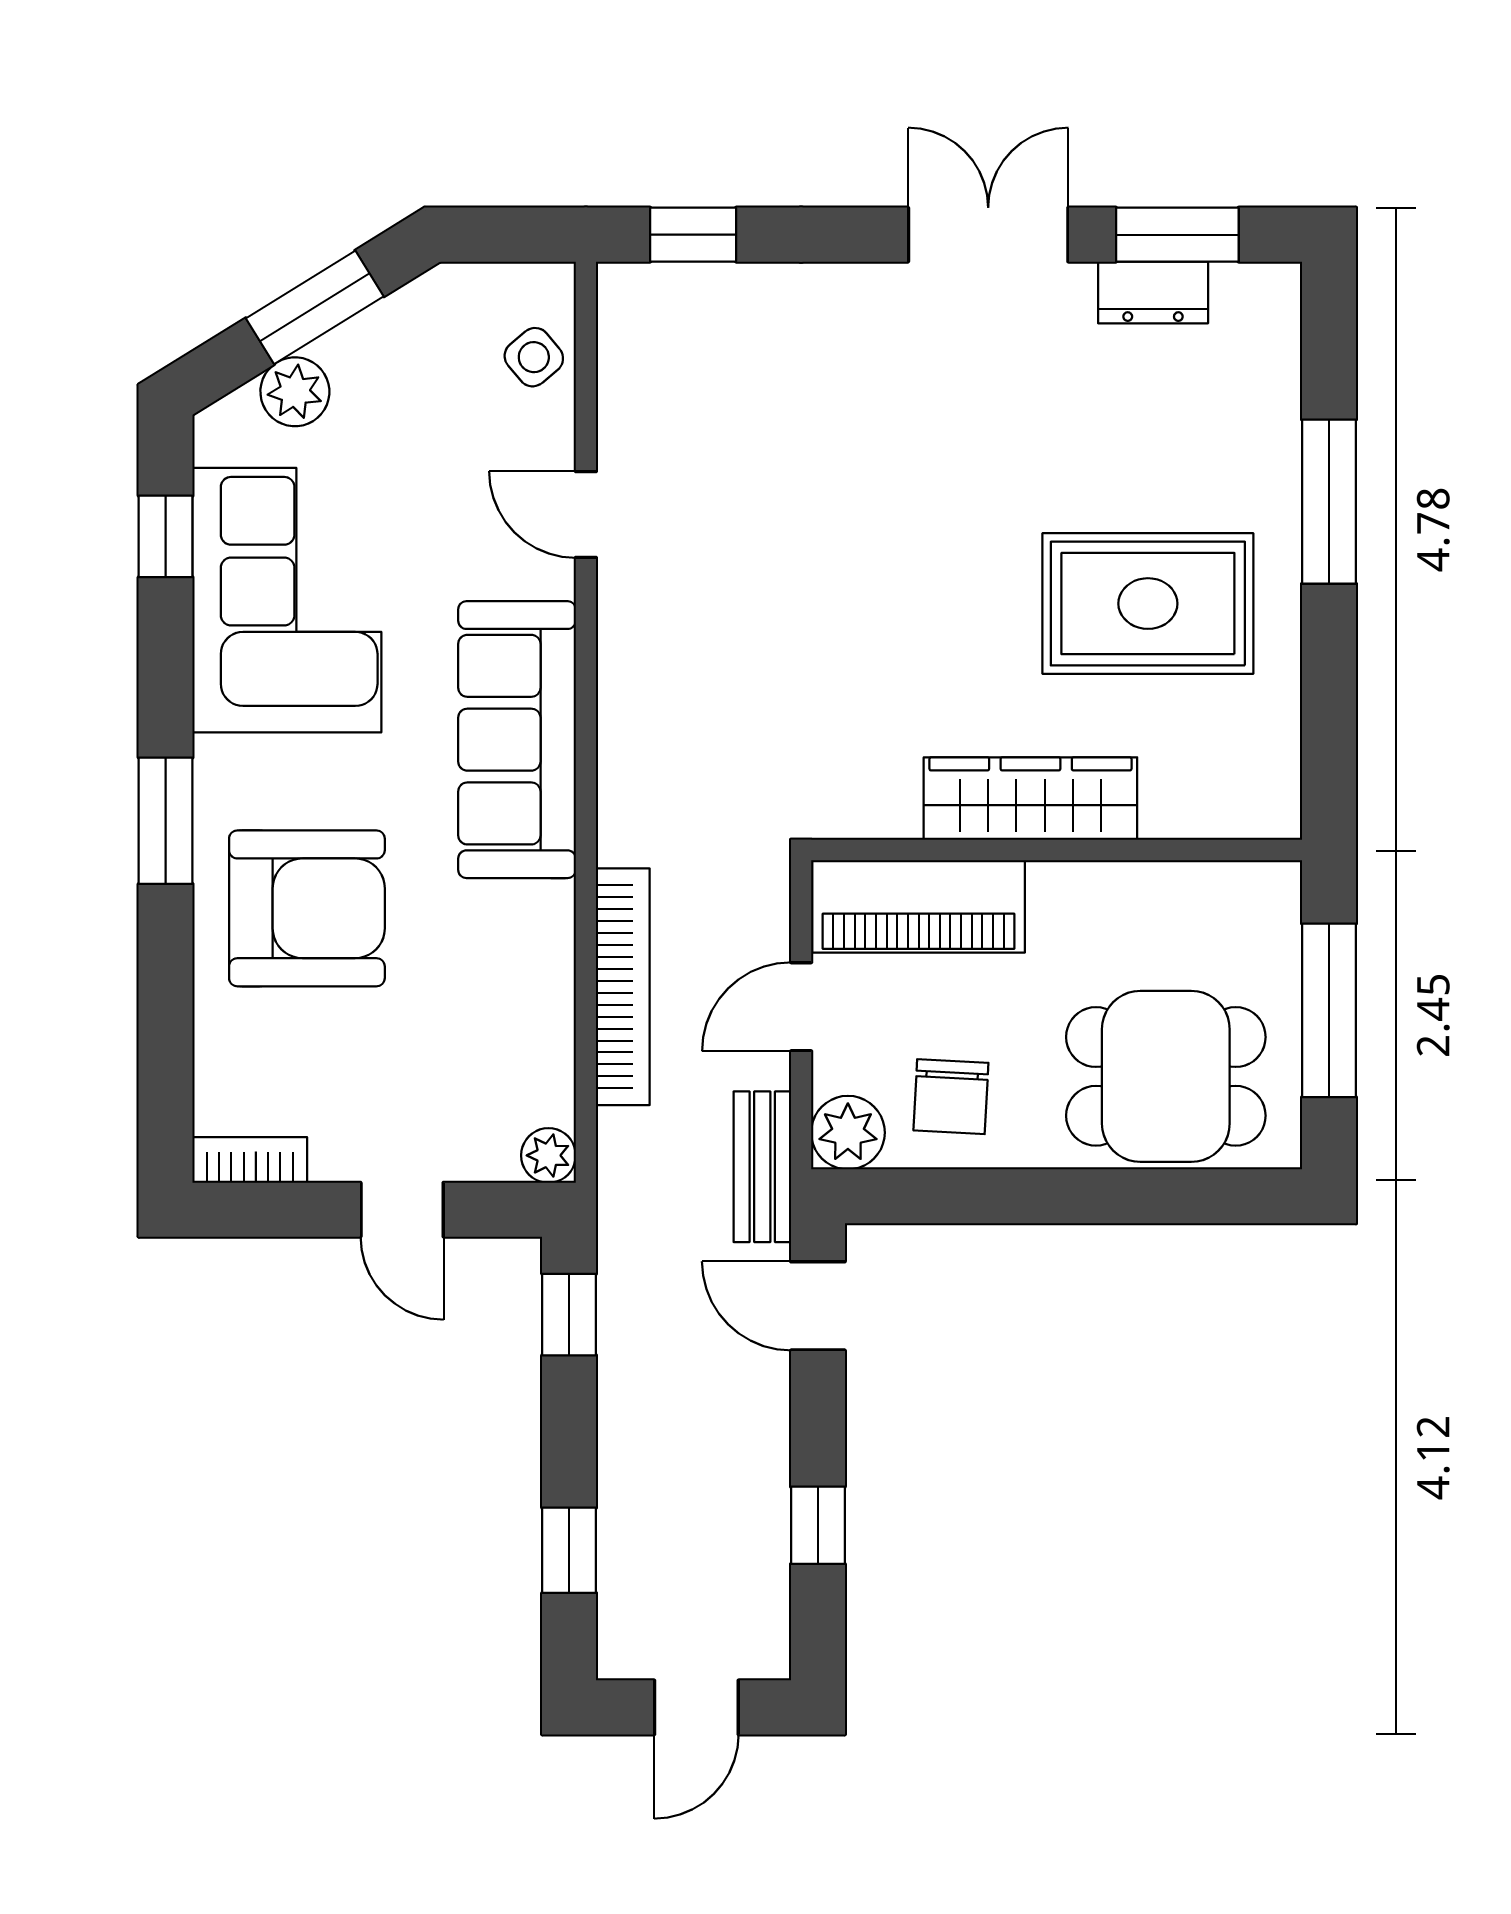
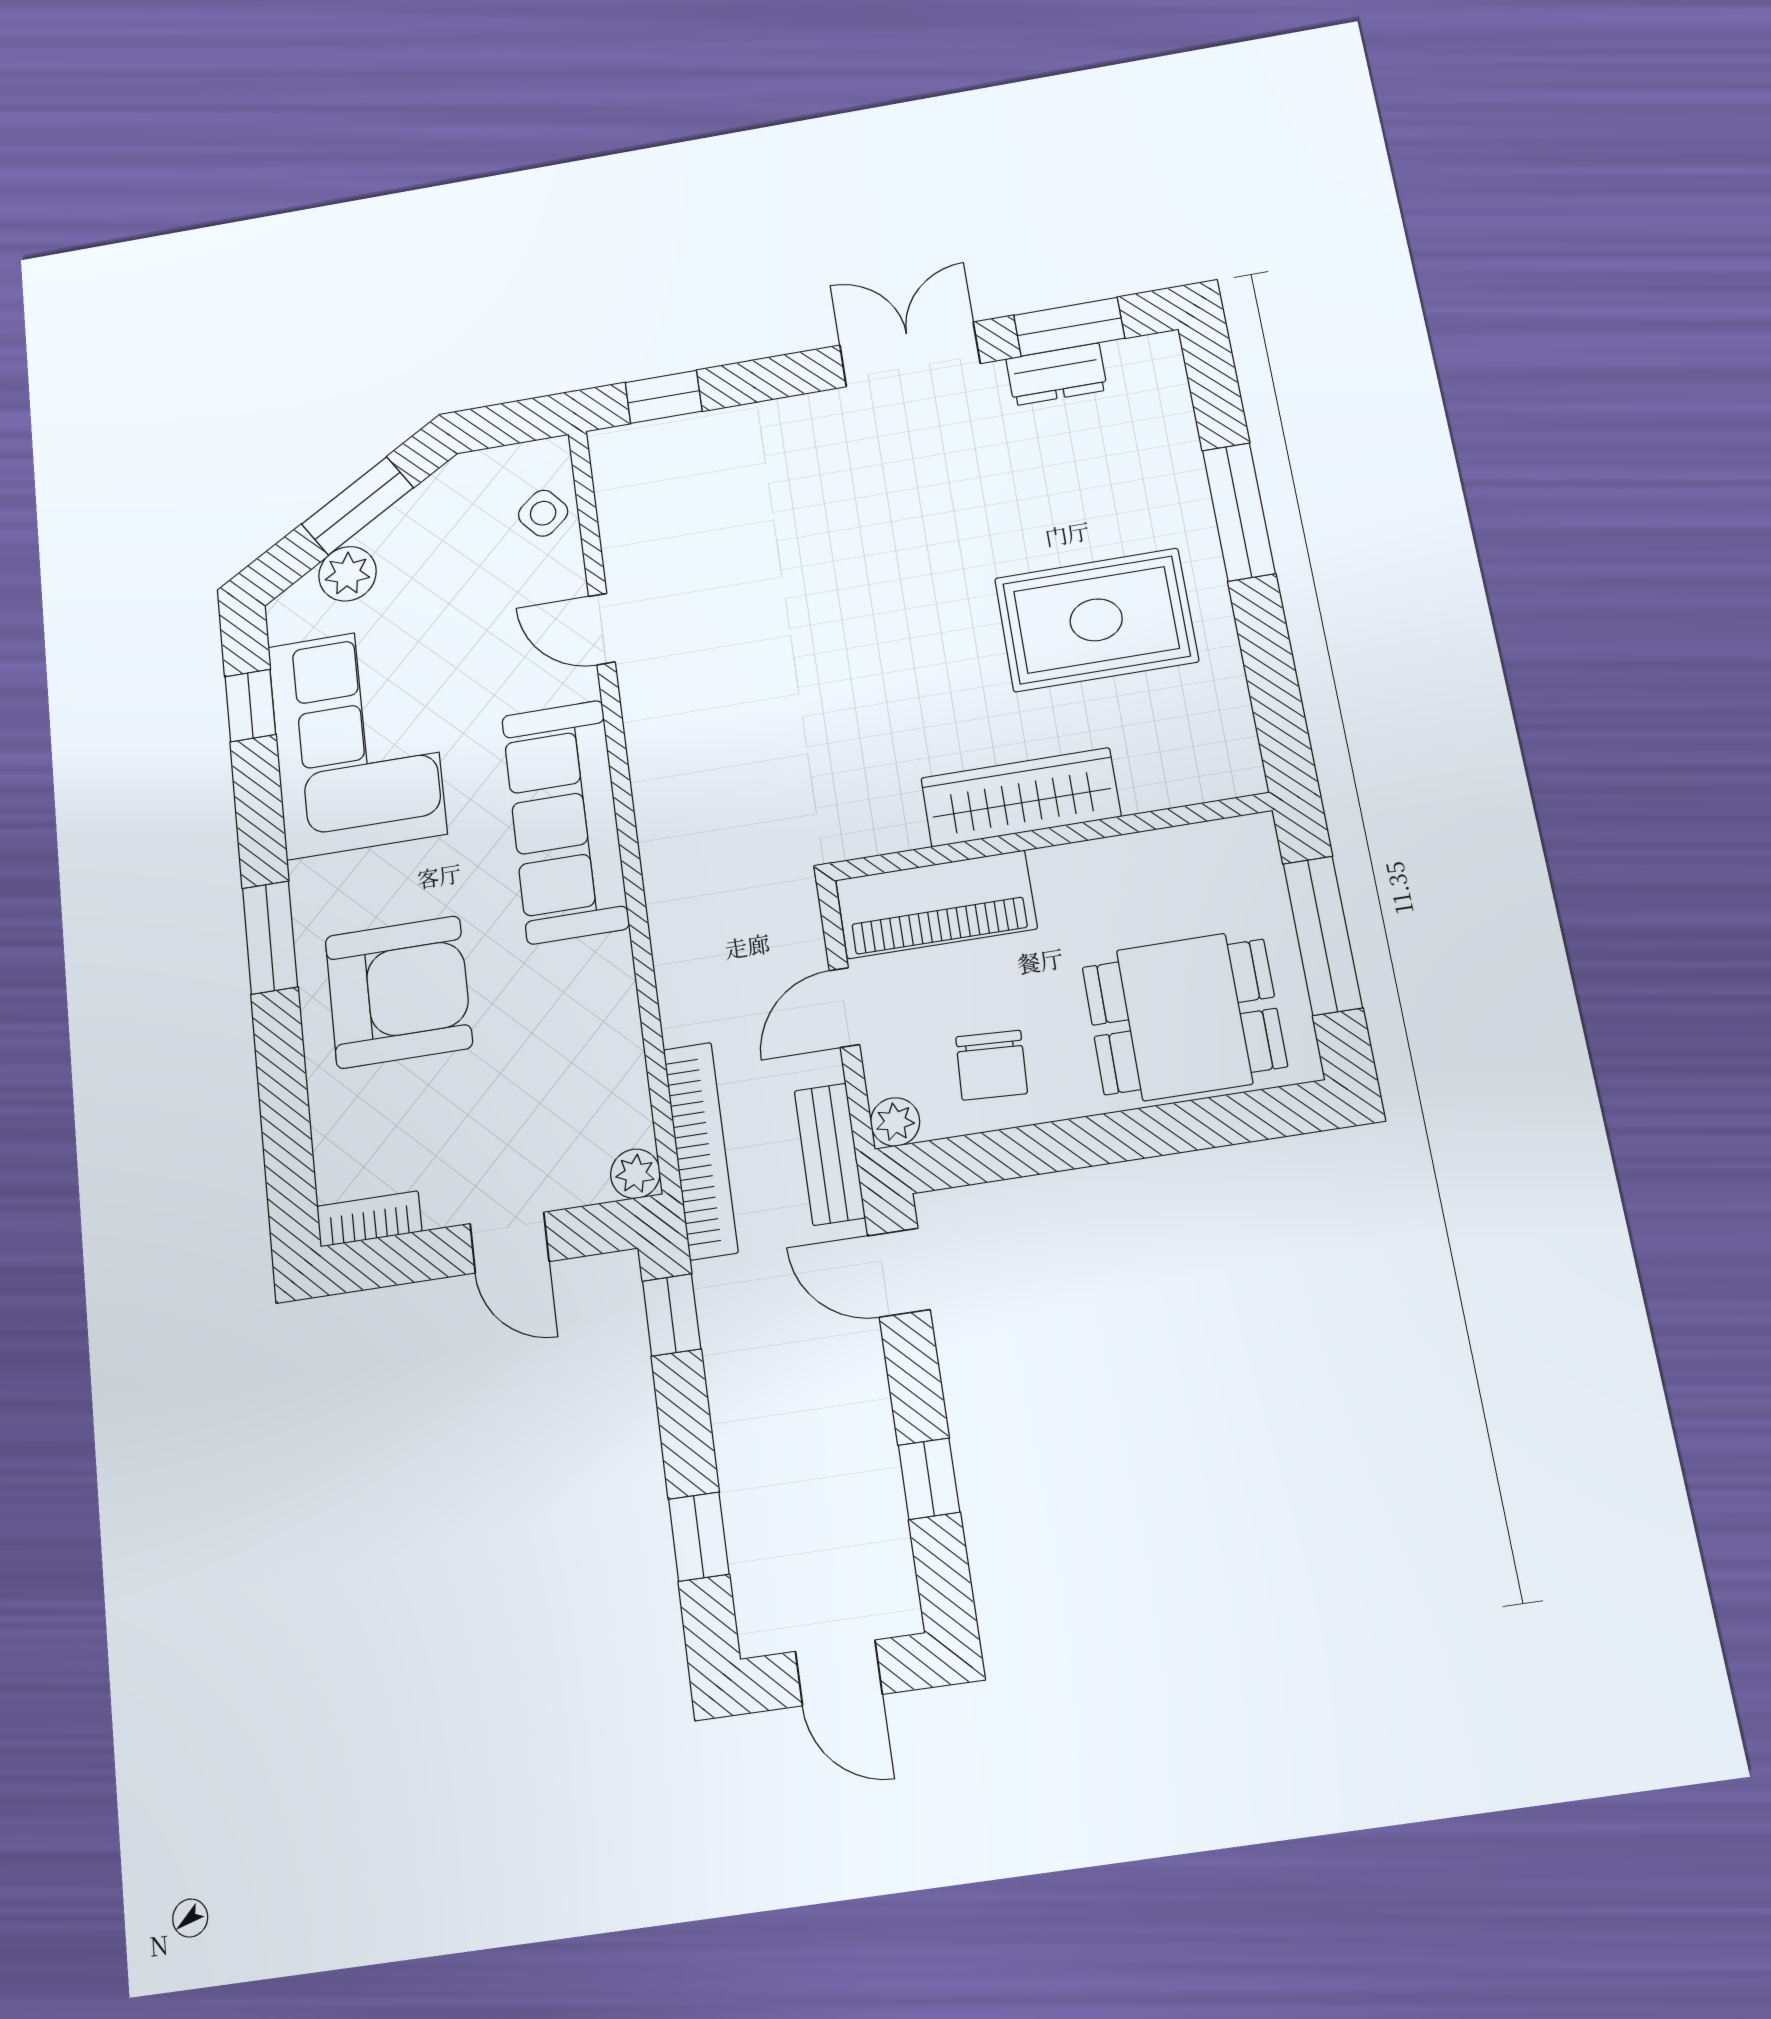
bookcase: (623, 987) -> (701, 1150), moved
plant: (848, 1133) -> (895, 1122), width x0.73, depth x0.73
door: (696, 1707) -> (839, 1673), hinge flipped

